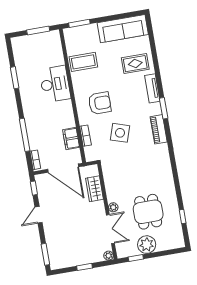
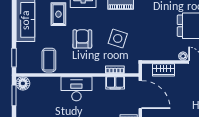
floor lamp: (53, 38) -> (23, 83), added
desk: (55, 84) -> (76, 89), moved
armchair: (100, 103) -> (82, 39), moved
door: (63, 168) -> (140, 95), hinge flipped

